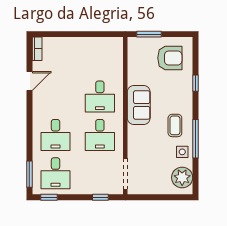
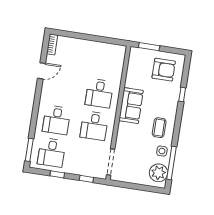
window: (195, 139) -> (172, 163), moved
window: (49, 197) -> (57, 174), moved

